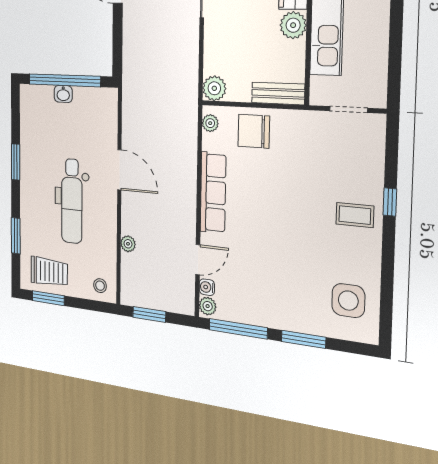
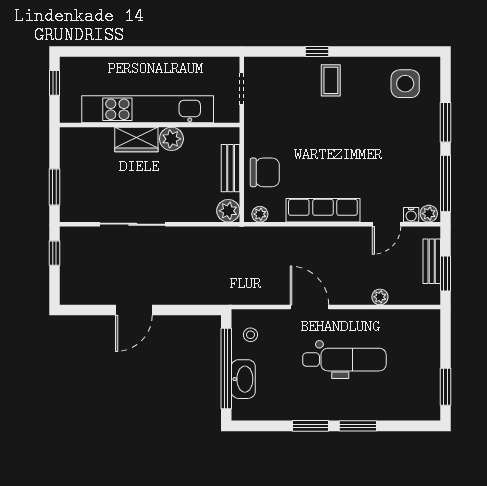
bench: (278, 93) -> (231, 168), moved
washbasin: (63, 94) -> (243, 379), width x1.91, depth x1.45
chair: (254, 131) -> (265, 172), turned -90
door: (119, 170) -> (309, 307), hinge flipped
window: (16, 236) -> (358, 426), moved
door: (198, 260) -> (387, 224), swing flipped
trolley: (49, 272) -> (418, 386), removed
stool: (100, 286) -> (250, 335), moved
bench: (161, 302) -> (432, 261), added

